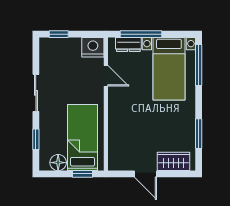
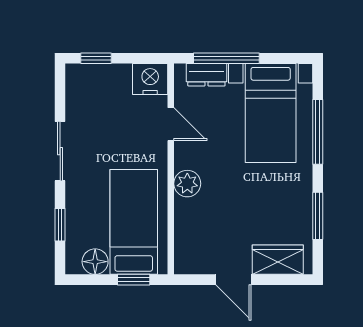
window: (199, 65) -> (318, 132), moved
plant: (116, 113) -> (187, 184), added

